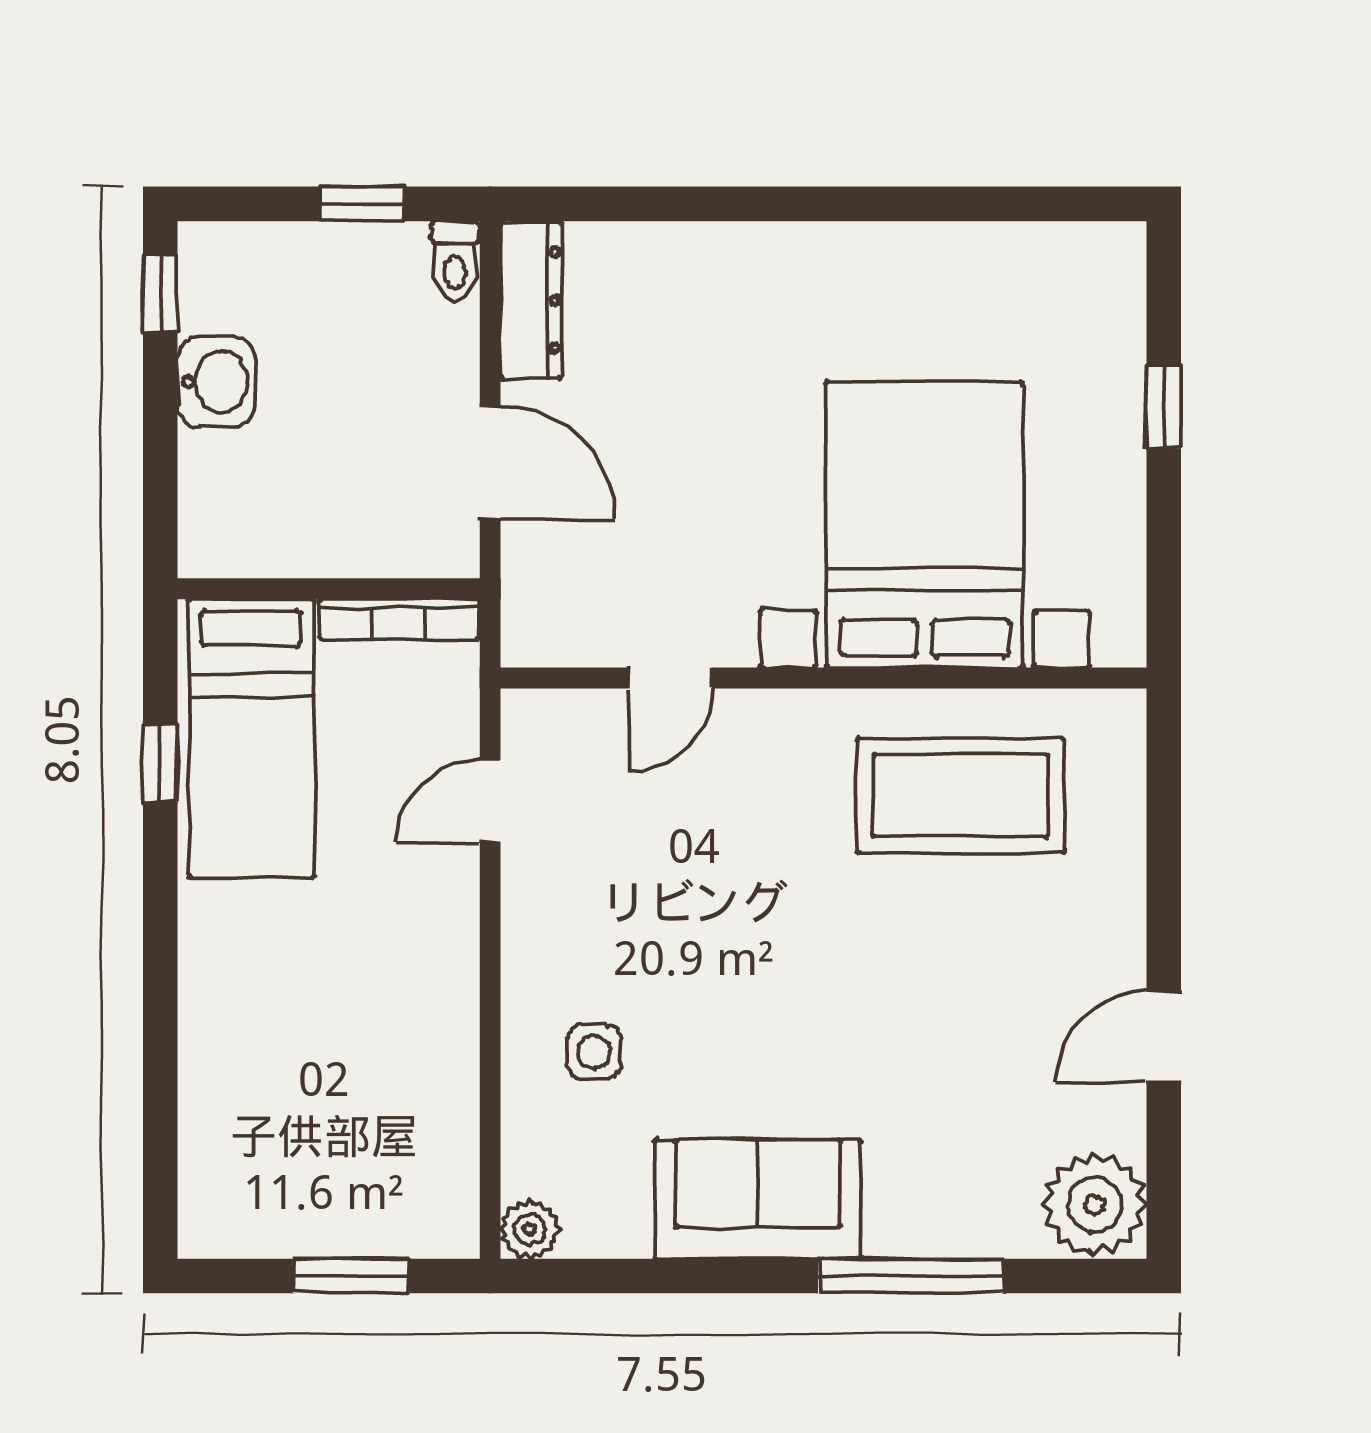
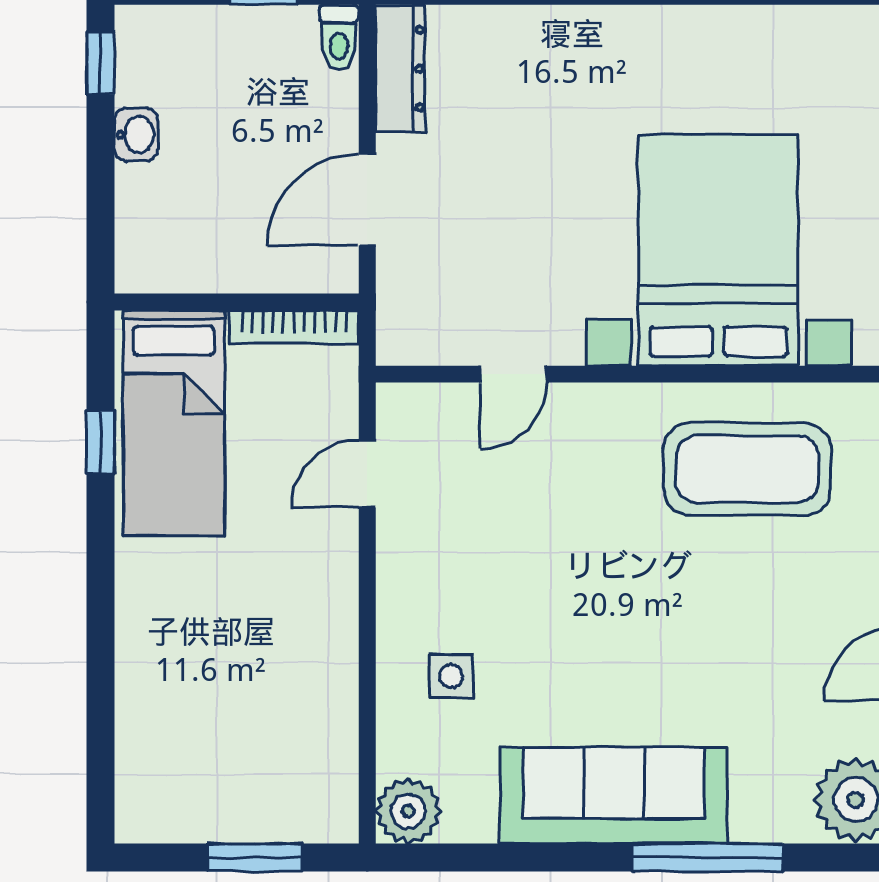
washbasin: (216, 382) -> (136, 135), width x0.72, depth x0.69
door: (490, 462) -> (367, 200), swing flipped
sofa: (758, 1199) -> (614, 795), width x1.36
plant: (530, 1229) -> (408, 811), width x1.38, depth x1.38

